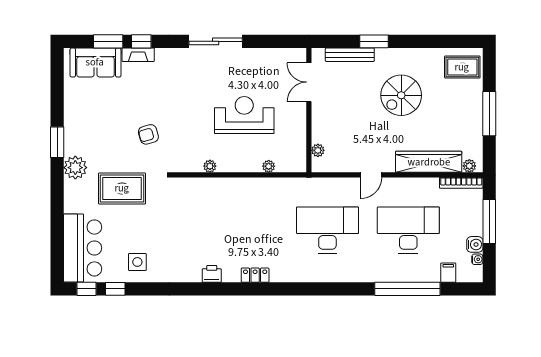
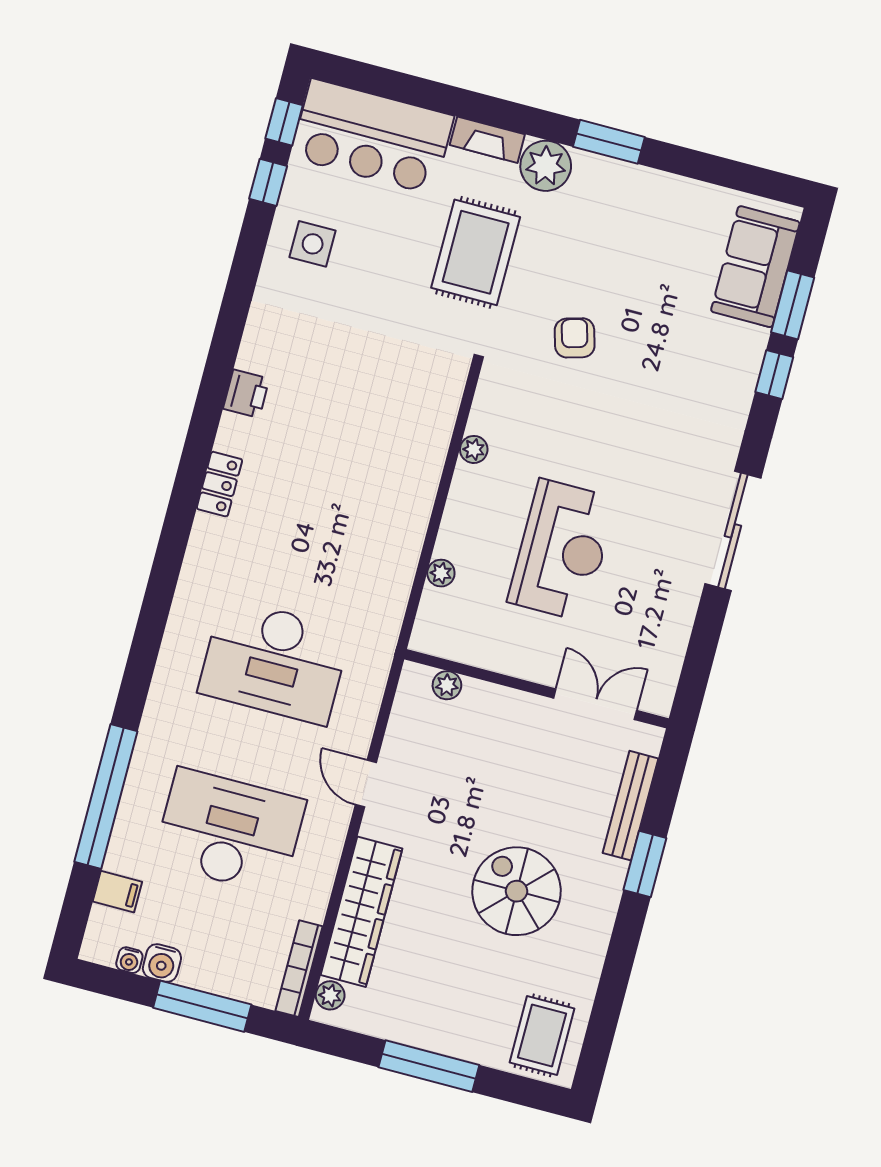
fireplace: (138, 55) -> (487, 140), moved, turned -90
desk: (327, 230) -> (274, 661), turned 90
desk: (408, 230) -> (229, 831), turned -90

